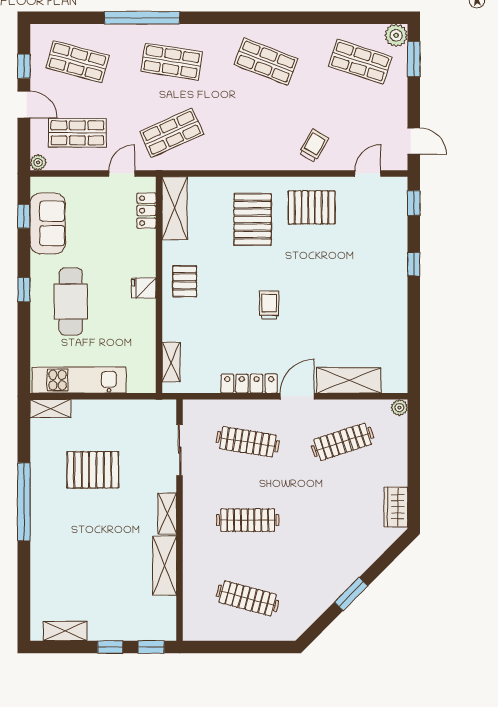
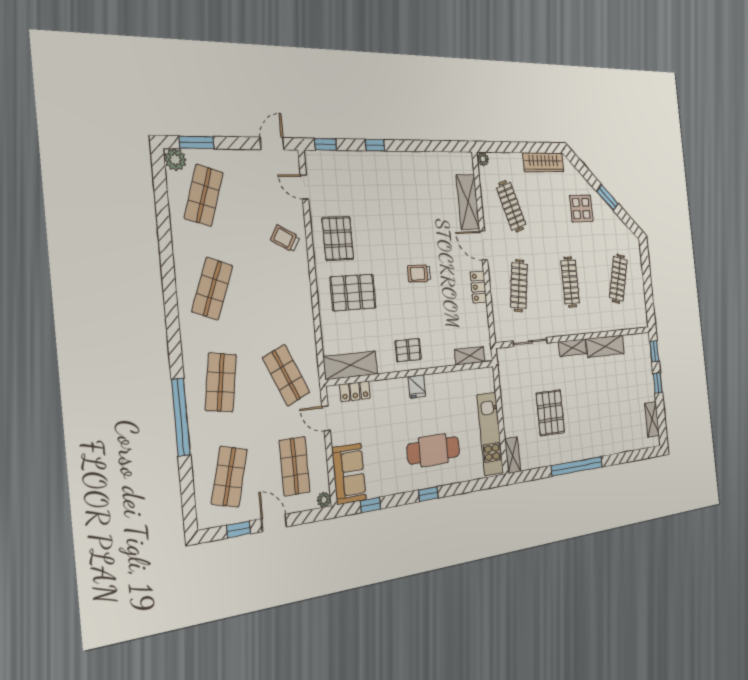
door: (24, 104) -> (274, 523), hinge flipped
sofa: (48, 223) -> (349, 474), moved, turned 90
locker: (249, 384) -> (478, 287), width x0.66
wardrobe: (396, 507) -> (543, 162), width x1.50
display table: (338, 549) -> (581, 208), added

